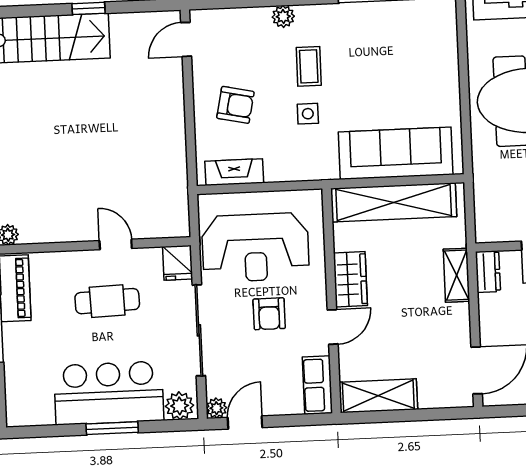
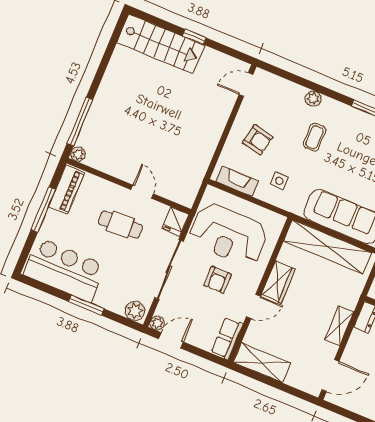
side table: (308, 114) -> (279, 181), moved
shelving: (456, 275) -> (339, 326), moved
bar counter: (109, 393) -> (64, 270), moved

